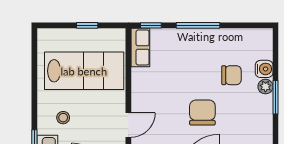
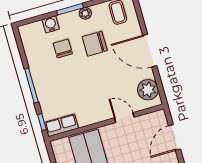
plant: (265, 87) -> (85, 13), moved
chair: (202, 113) -> (95, 44), moved

